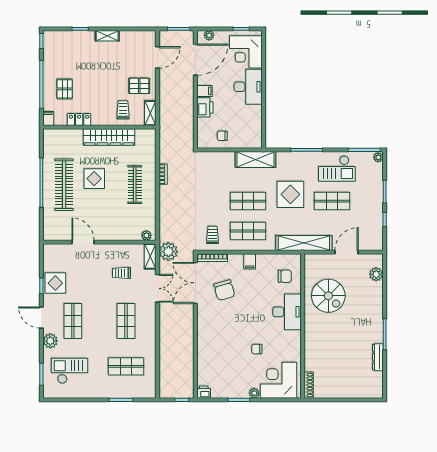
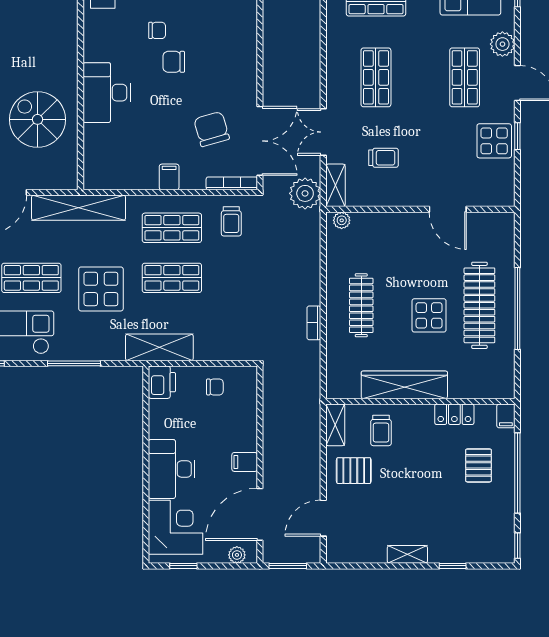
printer: (205, 107) -> (162, 382), moved, turned 180
chair: (285, 276) -> (174, 62), moved

